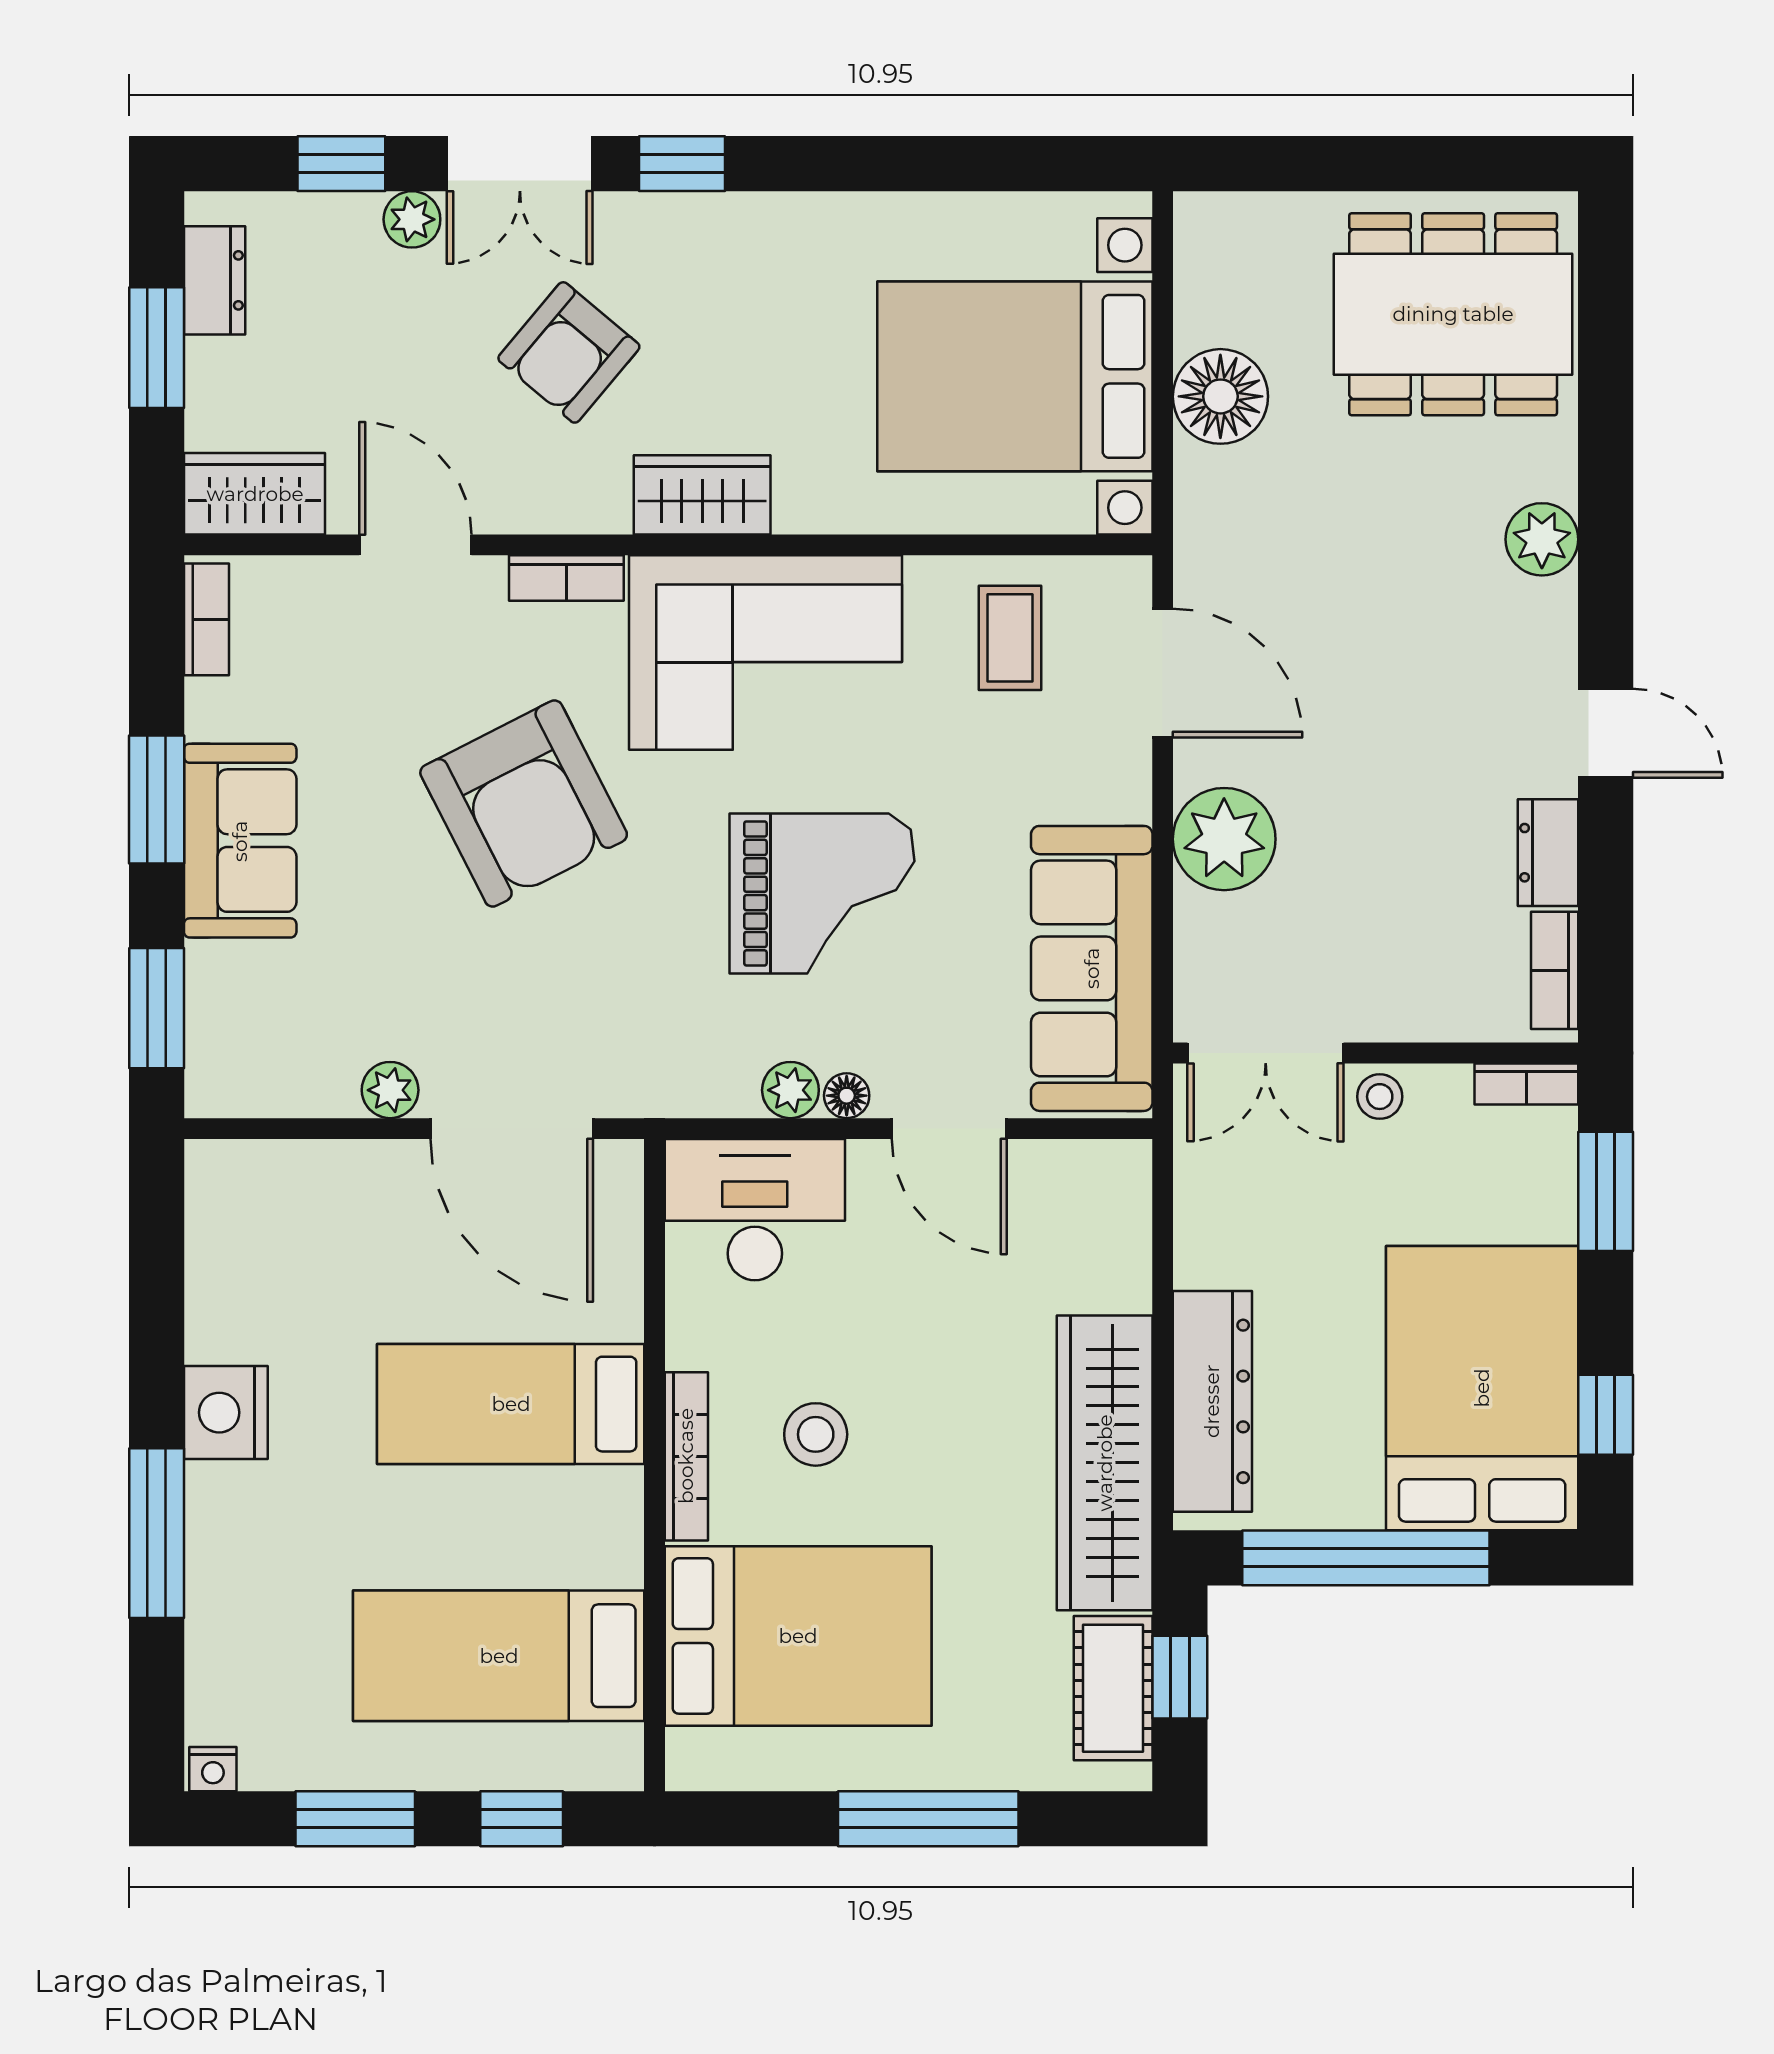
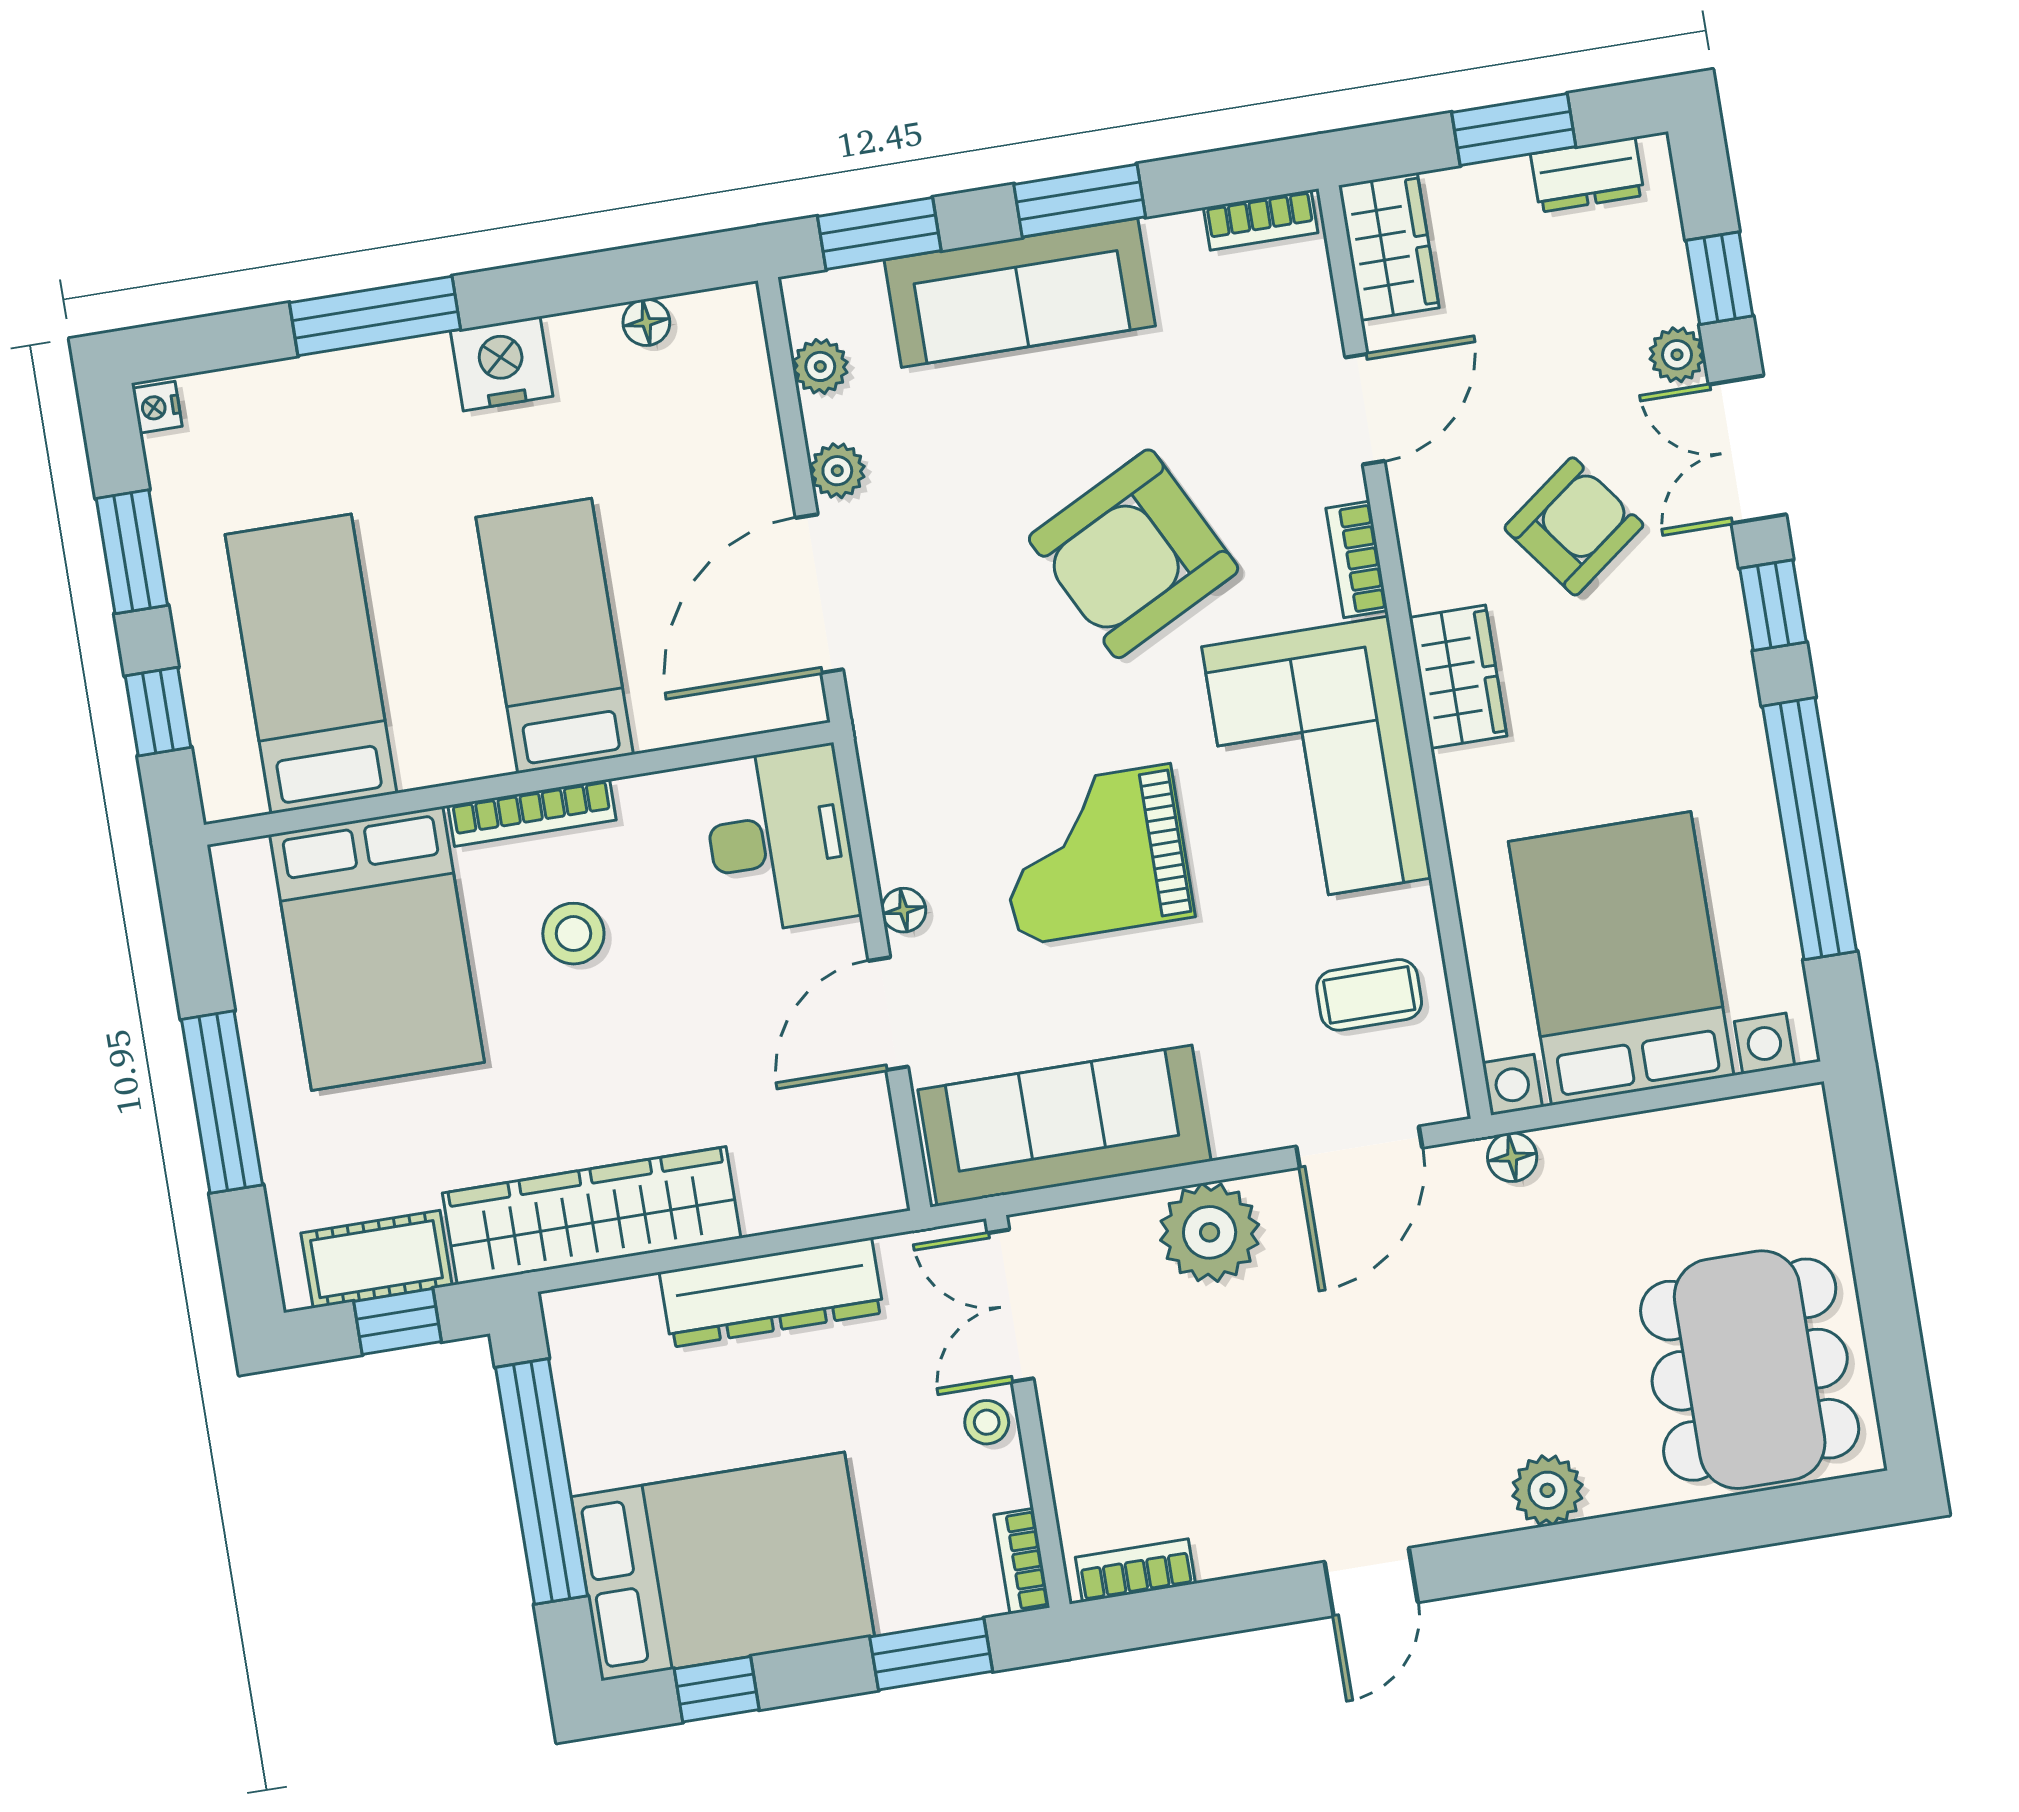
window: (915, 164) -> (1810, 829), added
armchair: (569, 352) -> (1574, 526), turned 103
floor lamp: (1220, 396) -> (1512, 1157), moved, width x0.53, depth x0.53
sofa: (240, 841) -> (1020, 293), width x1.36
dresser: (1548, 853) -> (1247, 1546), removed
grand piano: (822, 893) -> (1094, 855), turned 90
plant: (790, 1090) -> (820, 366), moved
floor lamp: (208, 1259) -> (646, 322), added
dresser: (1212, 1401) -> (772, 1292), moved

